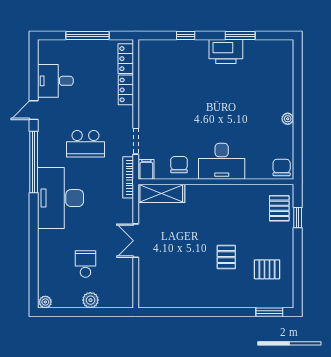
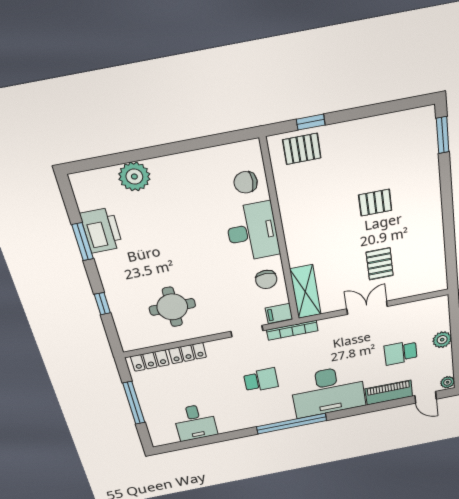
printer: (226, 52) -> (101, 230), moved
round table: (171, 88) -> (172, 307), added
door: (34, 110) -> (426, 397), moved
plant: (288, 119) -> (134, 177), moved, width x1.88, depth x1.88
school desk: (85, 144) -> (261, 380), width x0.54
chair: (179, 165) -> (266, 279), turned -90
chair: (282, 167) -> (246, 182), moved
double door: (136, 241) -> (367, 308), swing flipped
piano: (47, 250) -> (389, 393), added
pallet: (267, 269) -> (380, 264), moved

